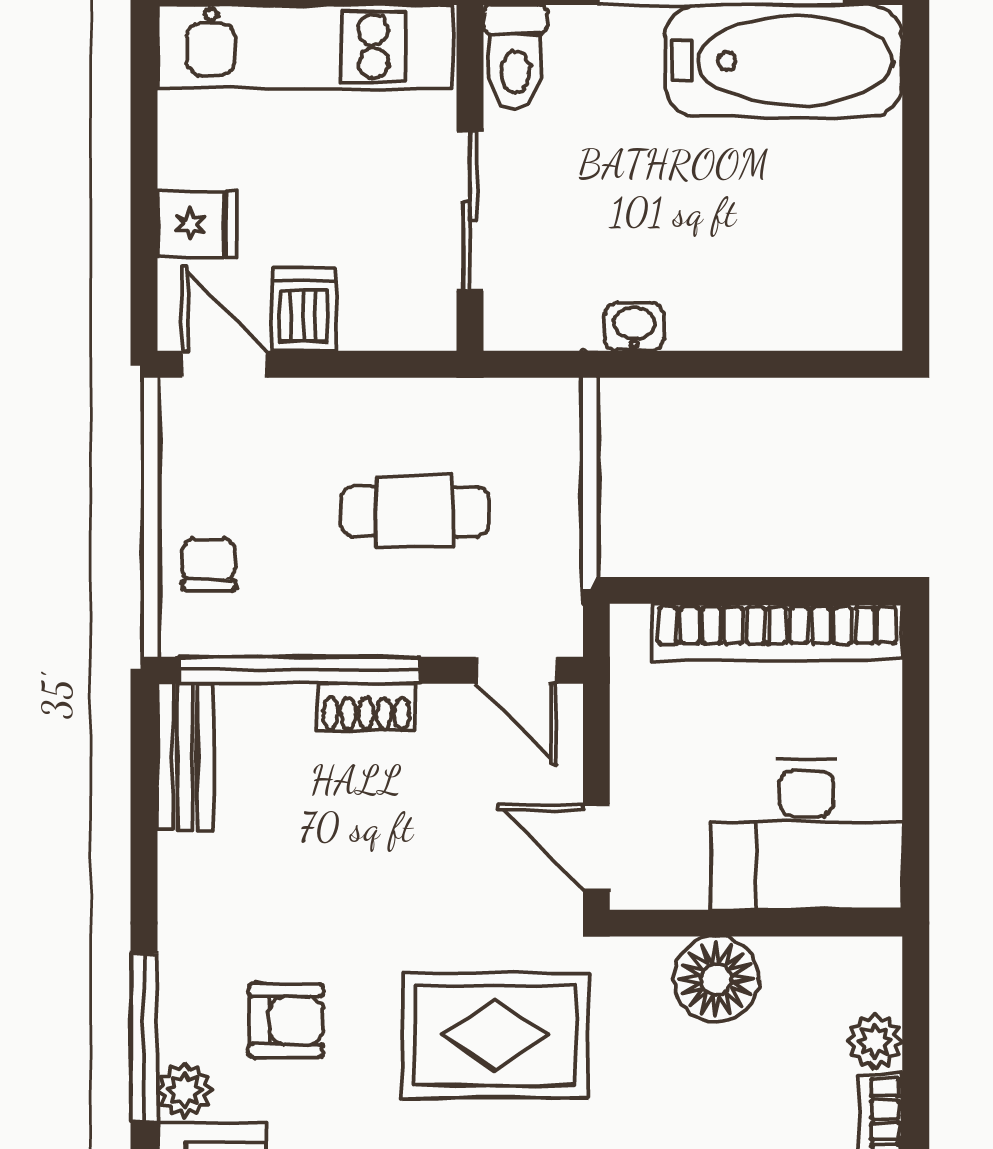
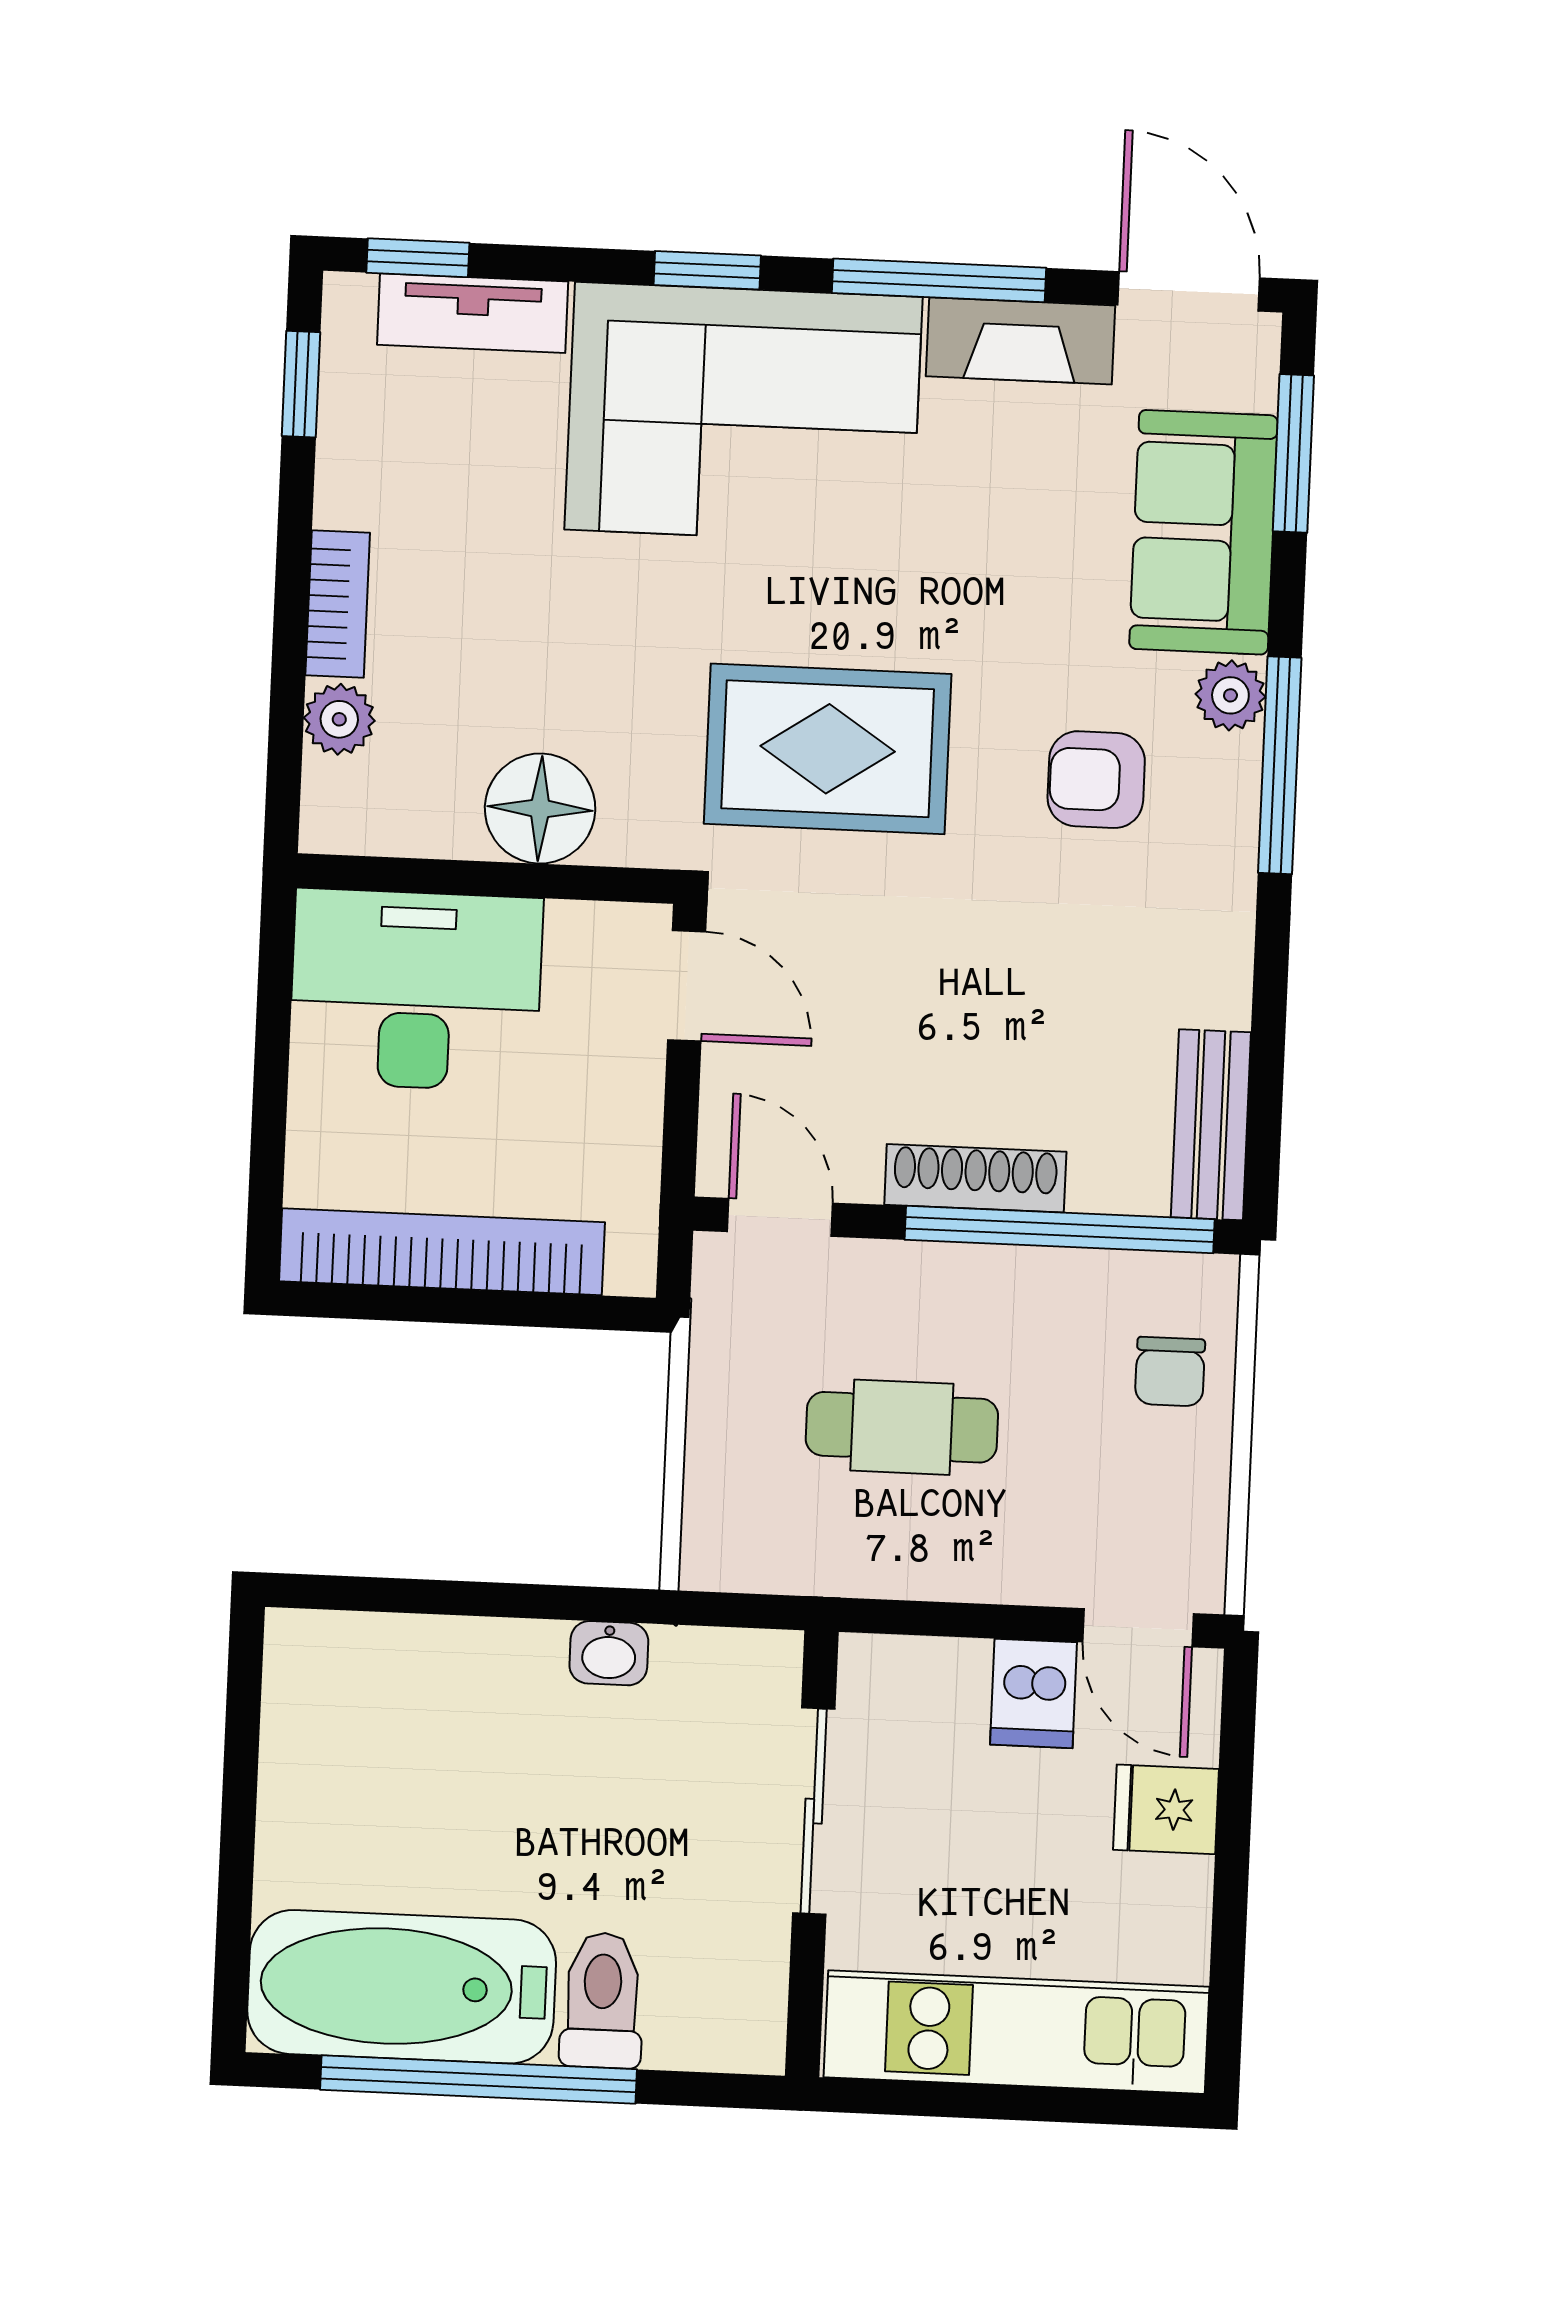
toilet: (515, 57) -> (602, 2000), moved
shoe rack: (366, 707) -> (975, 1178), width x1.43

